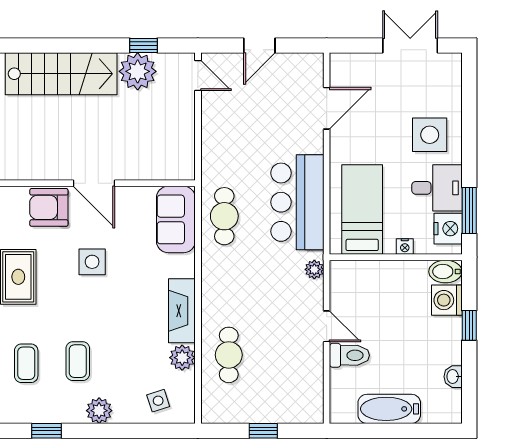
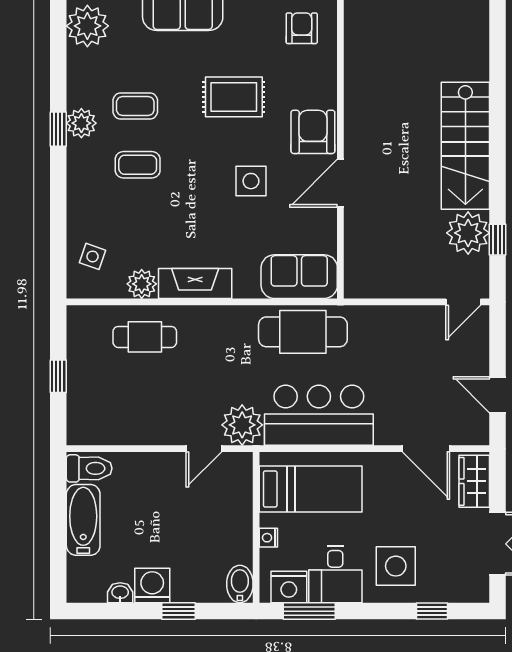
door: (259, 46) -> (498, 395), moved
wardrobe: (355, 66) -> (474, 481), added
window: (469, 103) -> (432, 611), added
cafe table: (224, 216) -> (303, 332), width x1.37, depth x1.35
plant: (314, 269) -> (242, 425), width x1.88, depth x1.88
washing machine: (447, 300) -> (152, 586), moved
door: (327, 326) -> (204, 449), moved
toilet: (349, 355) -> (89, 468), moved, turned -90
side table: (158, 401) -> (93, 256), turned 37
plant: (99, 411) -> (81, 123), moved

